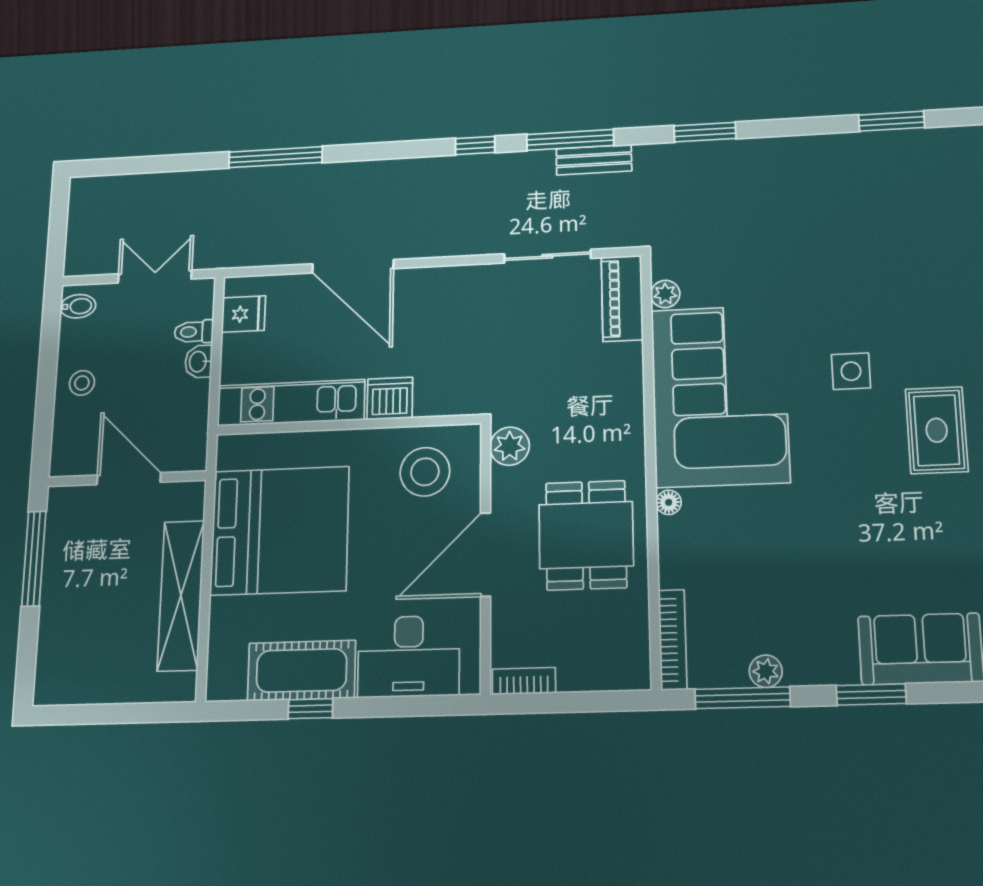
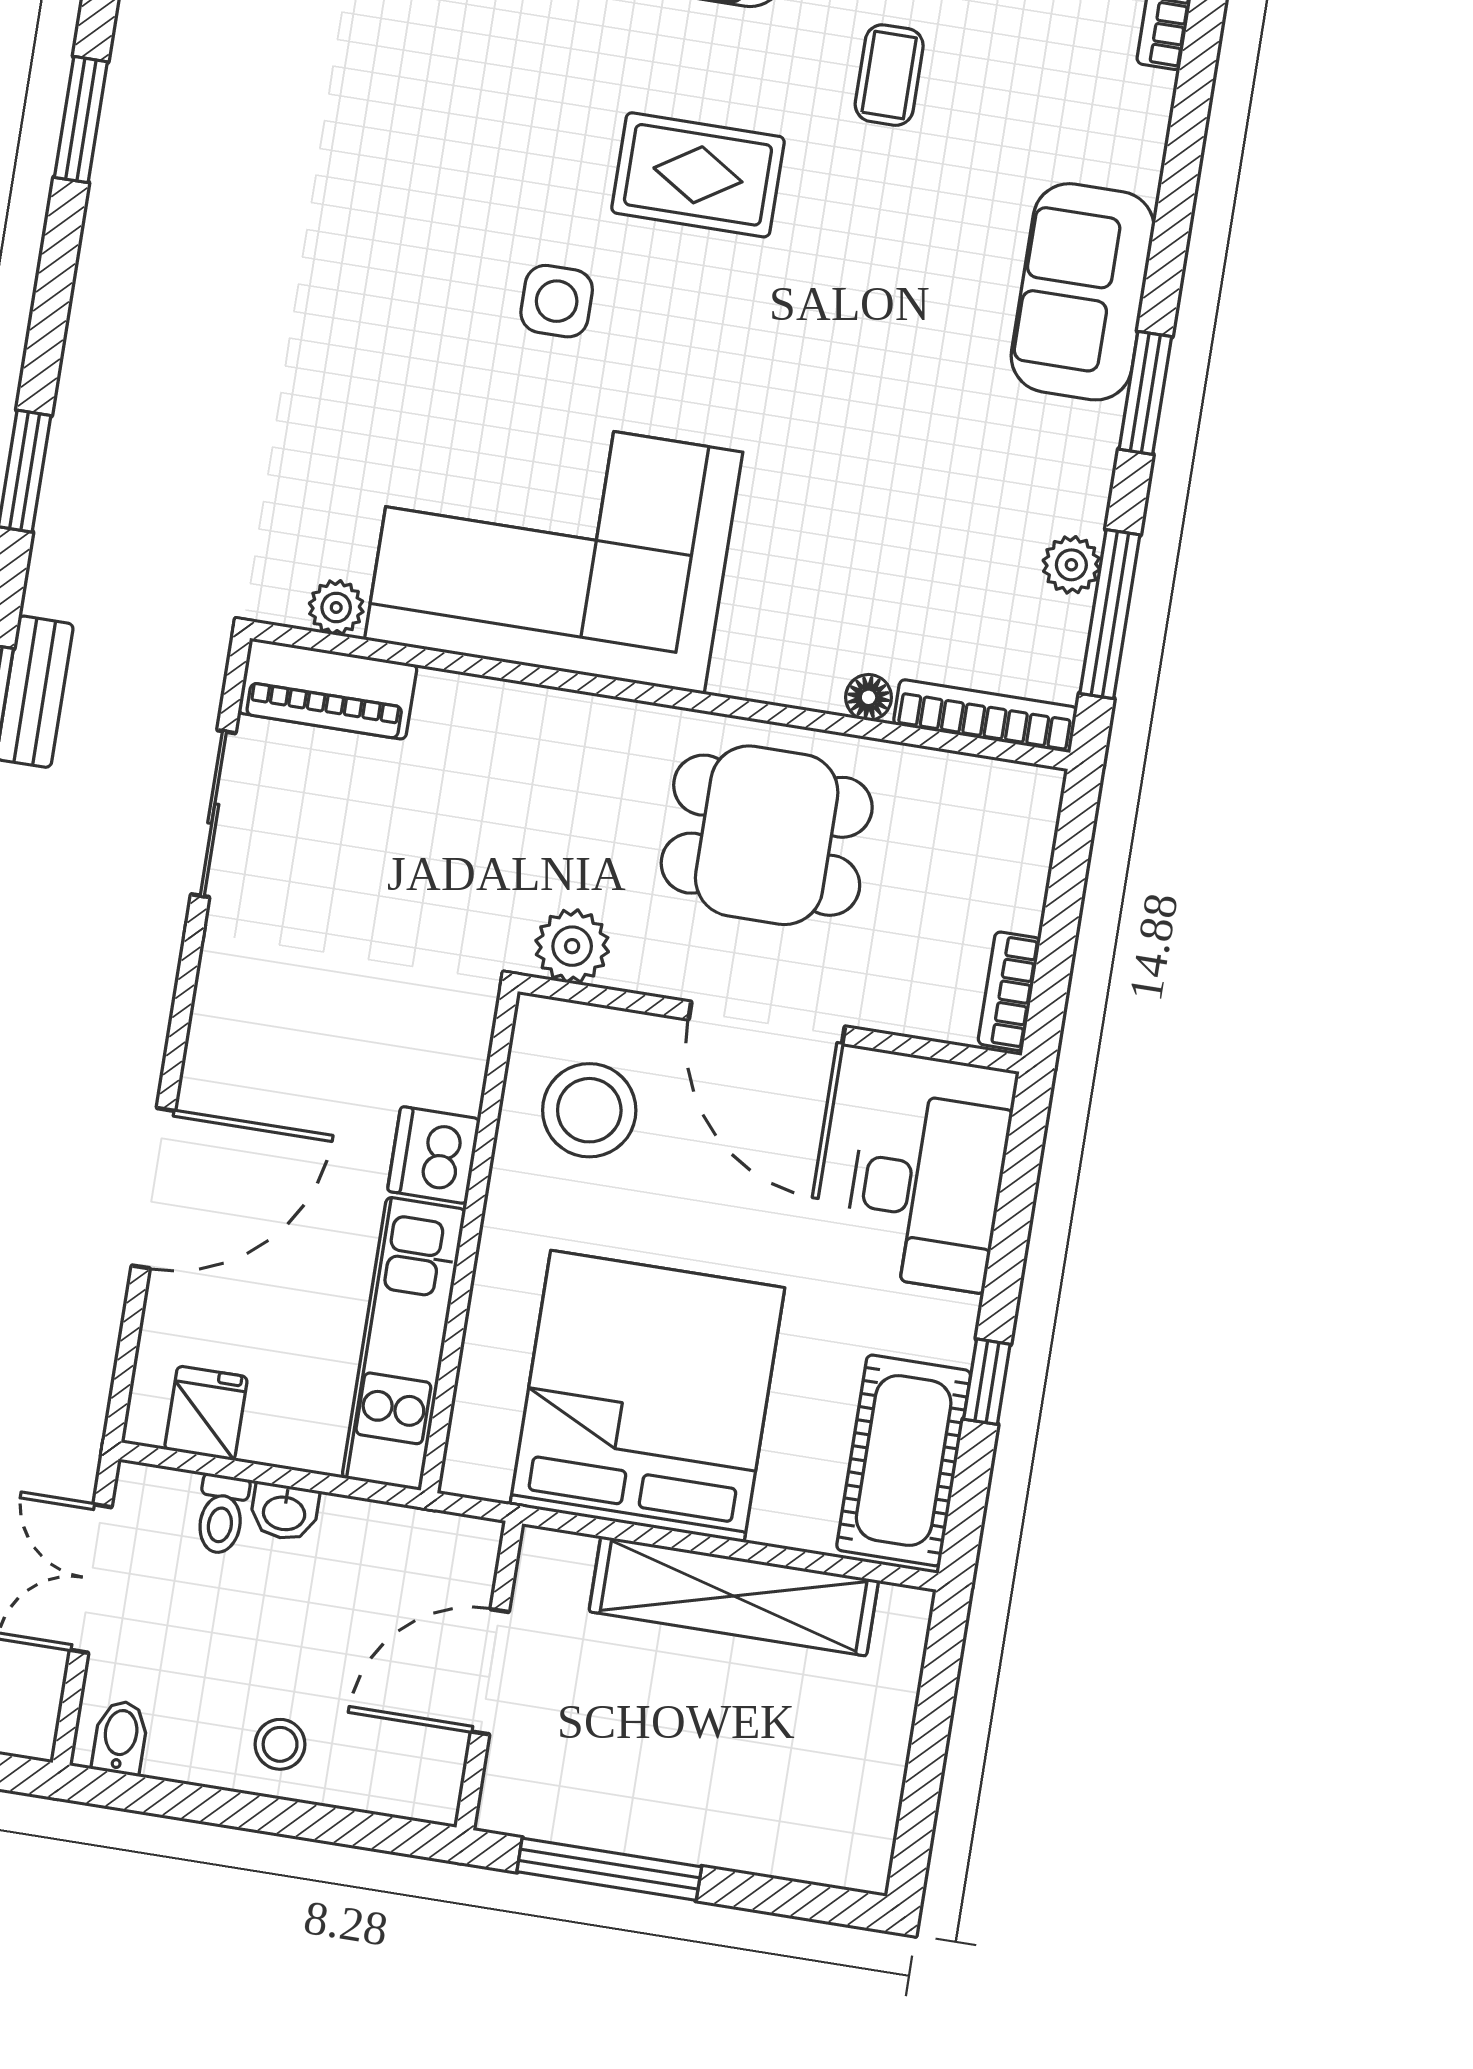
floor lamp: (669, 502) -> (869, 697), moved
cot: (302, 671) -> (904, 1460), moved

